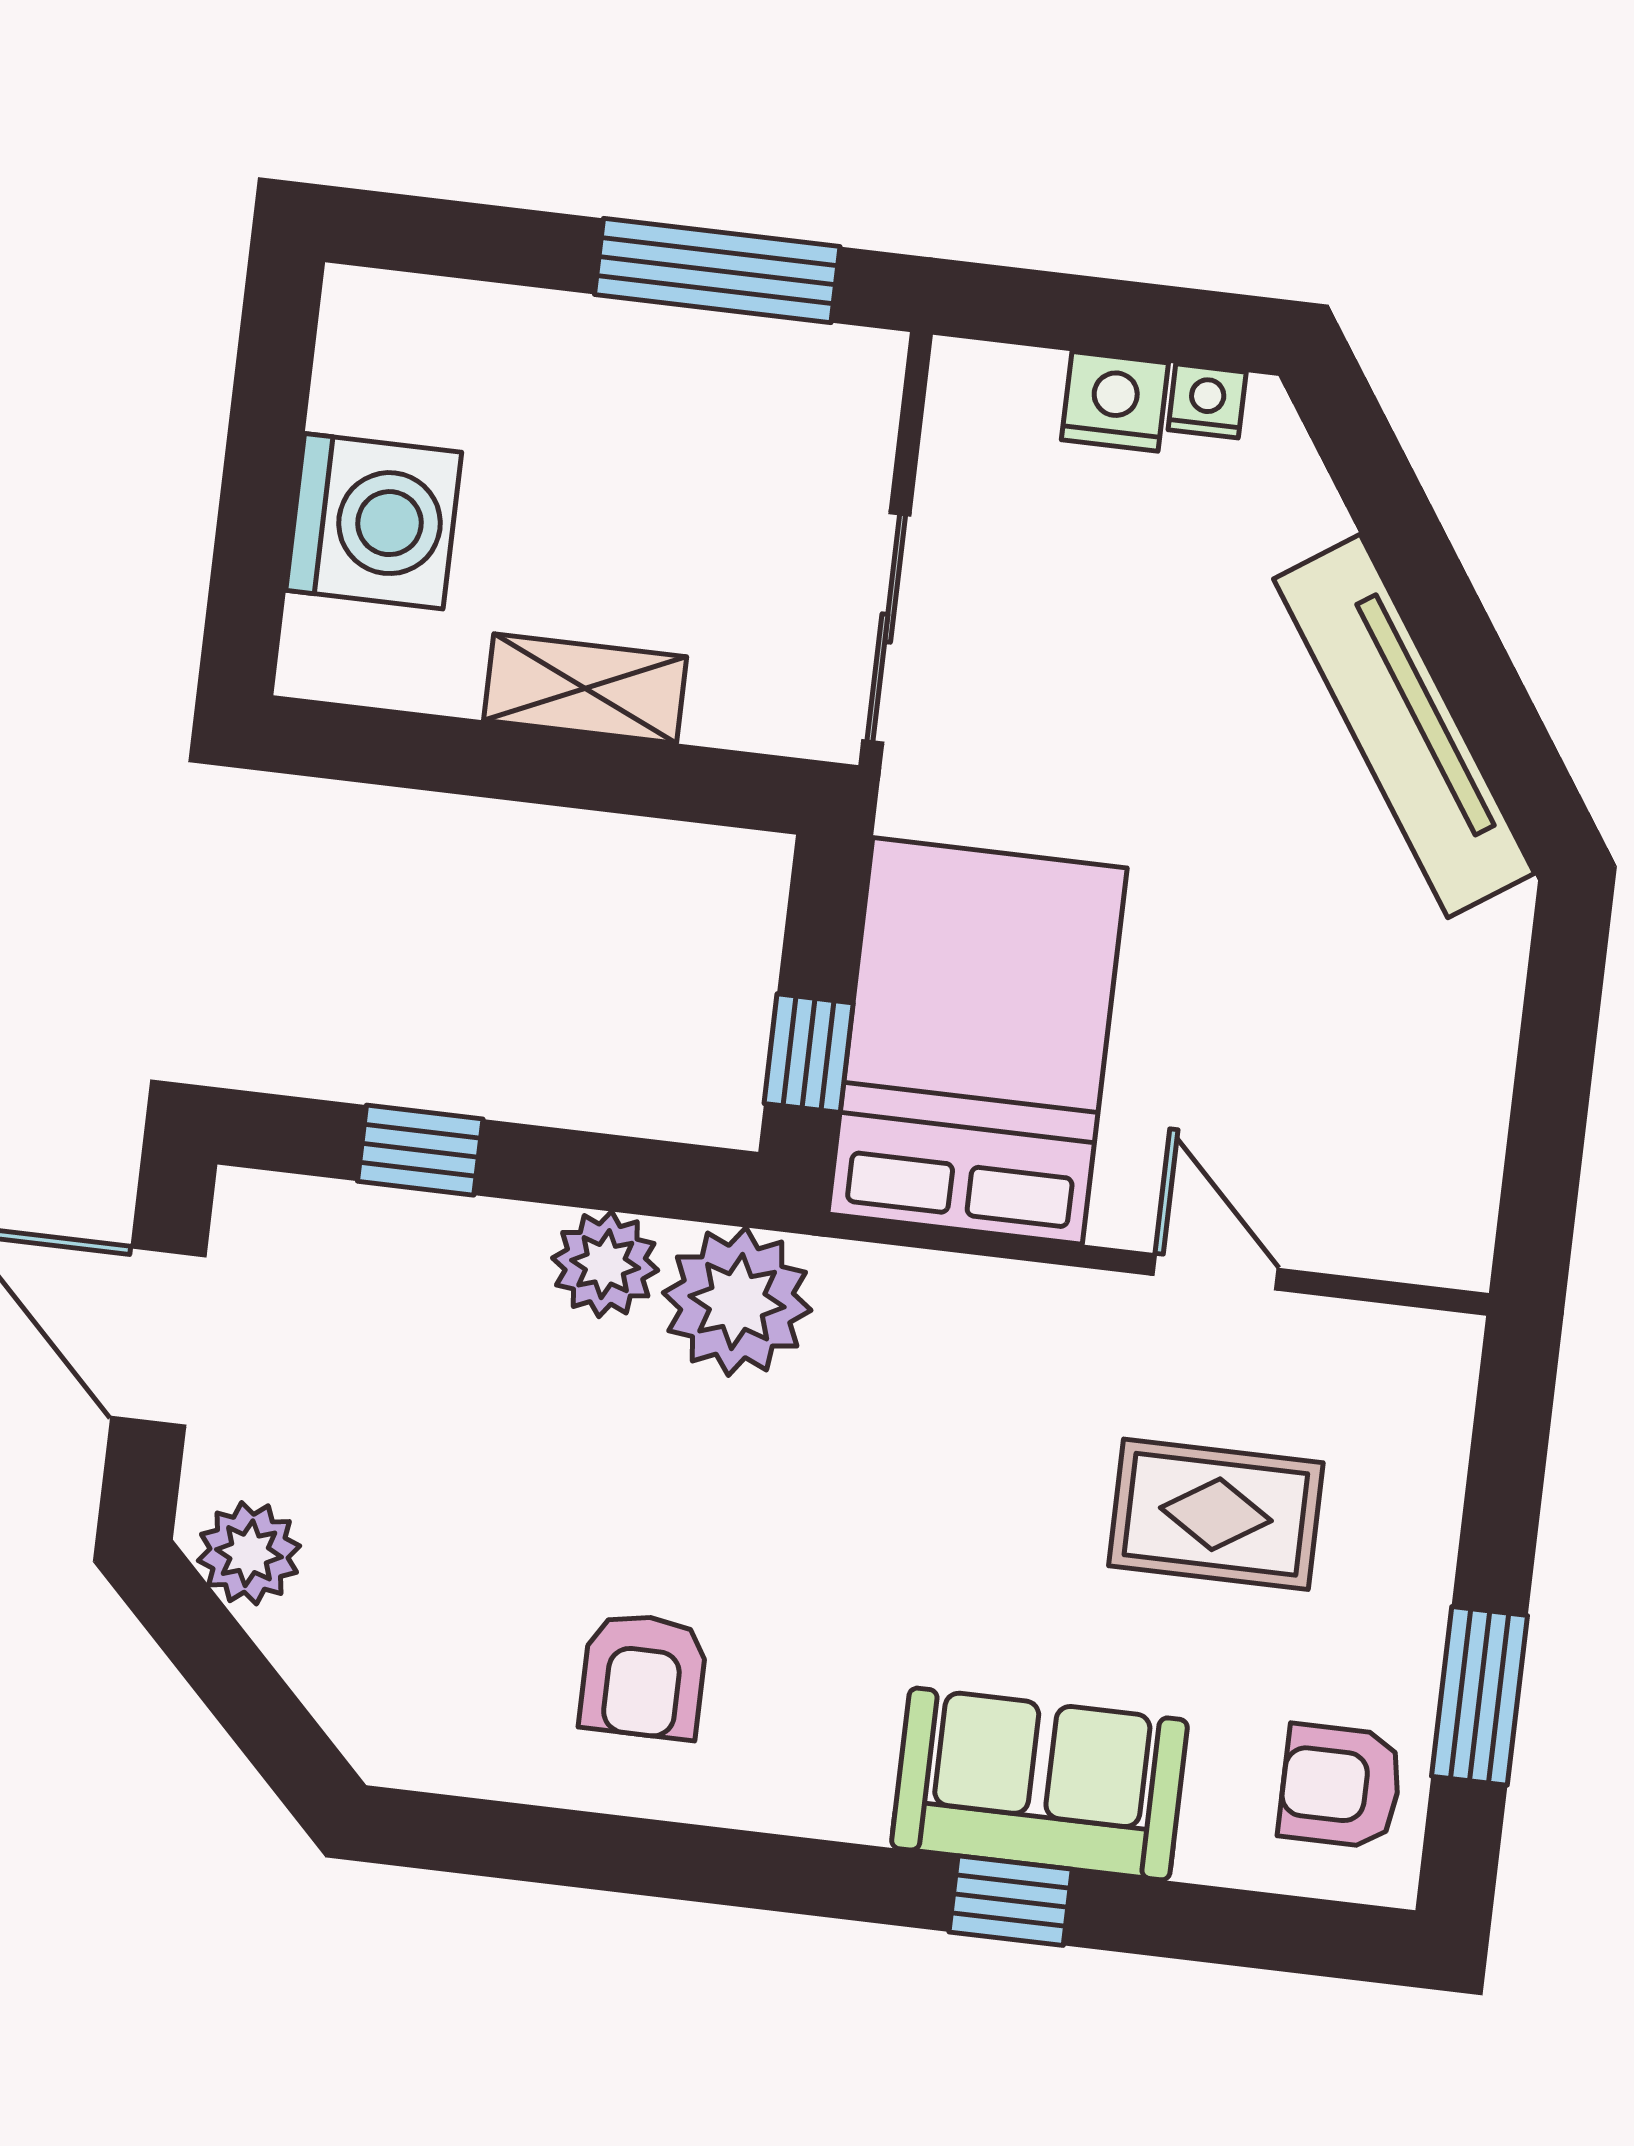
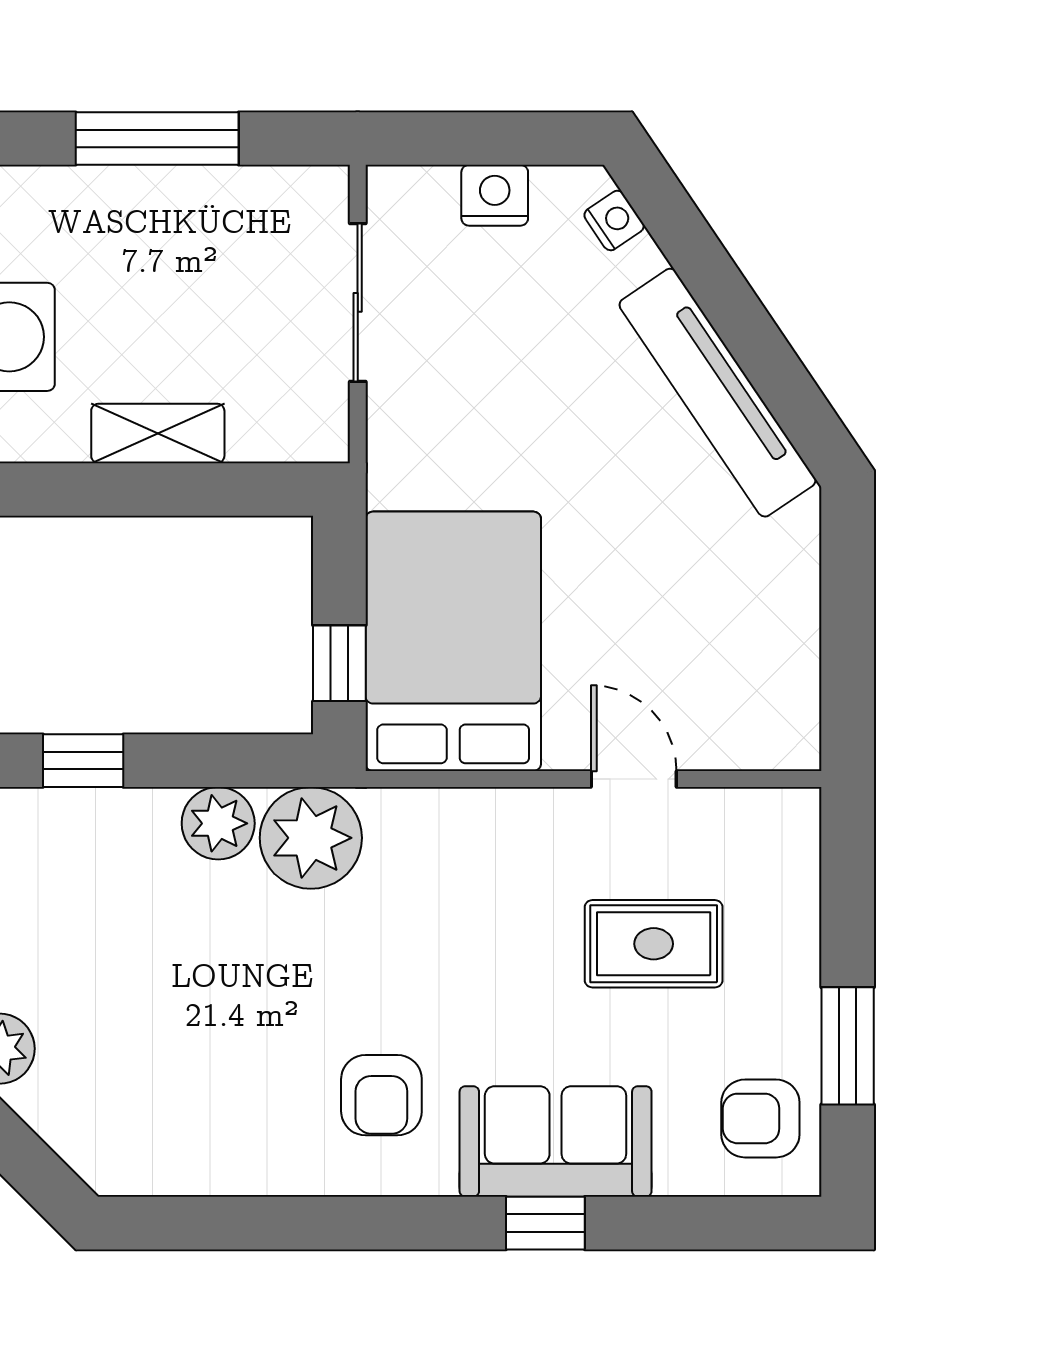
window: (717, 270) -> (157, 138), moved
nightstand: (1207, 401) -> (614, 220), moved, turned 56
sliding door: (886, 628) -> (358, 302), moved
armchair: (643, 1676) -> (381, 1095), moved

